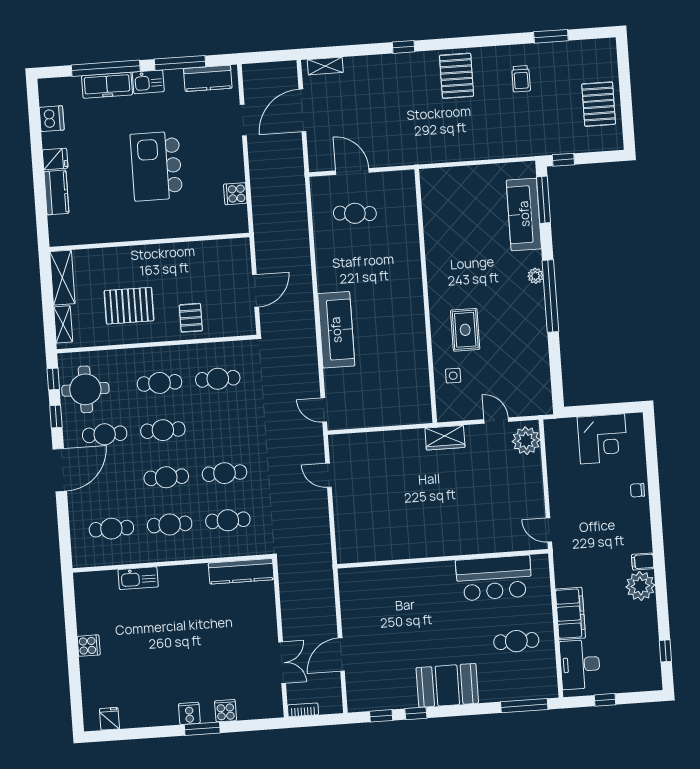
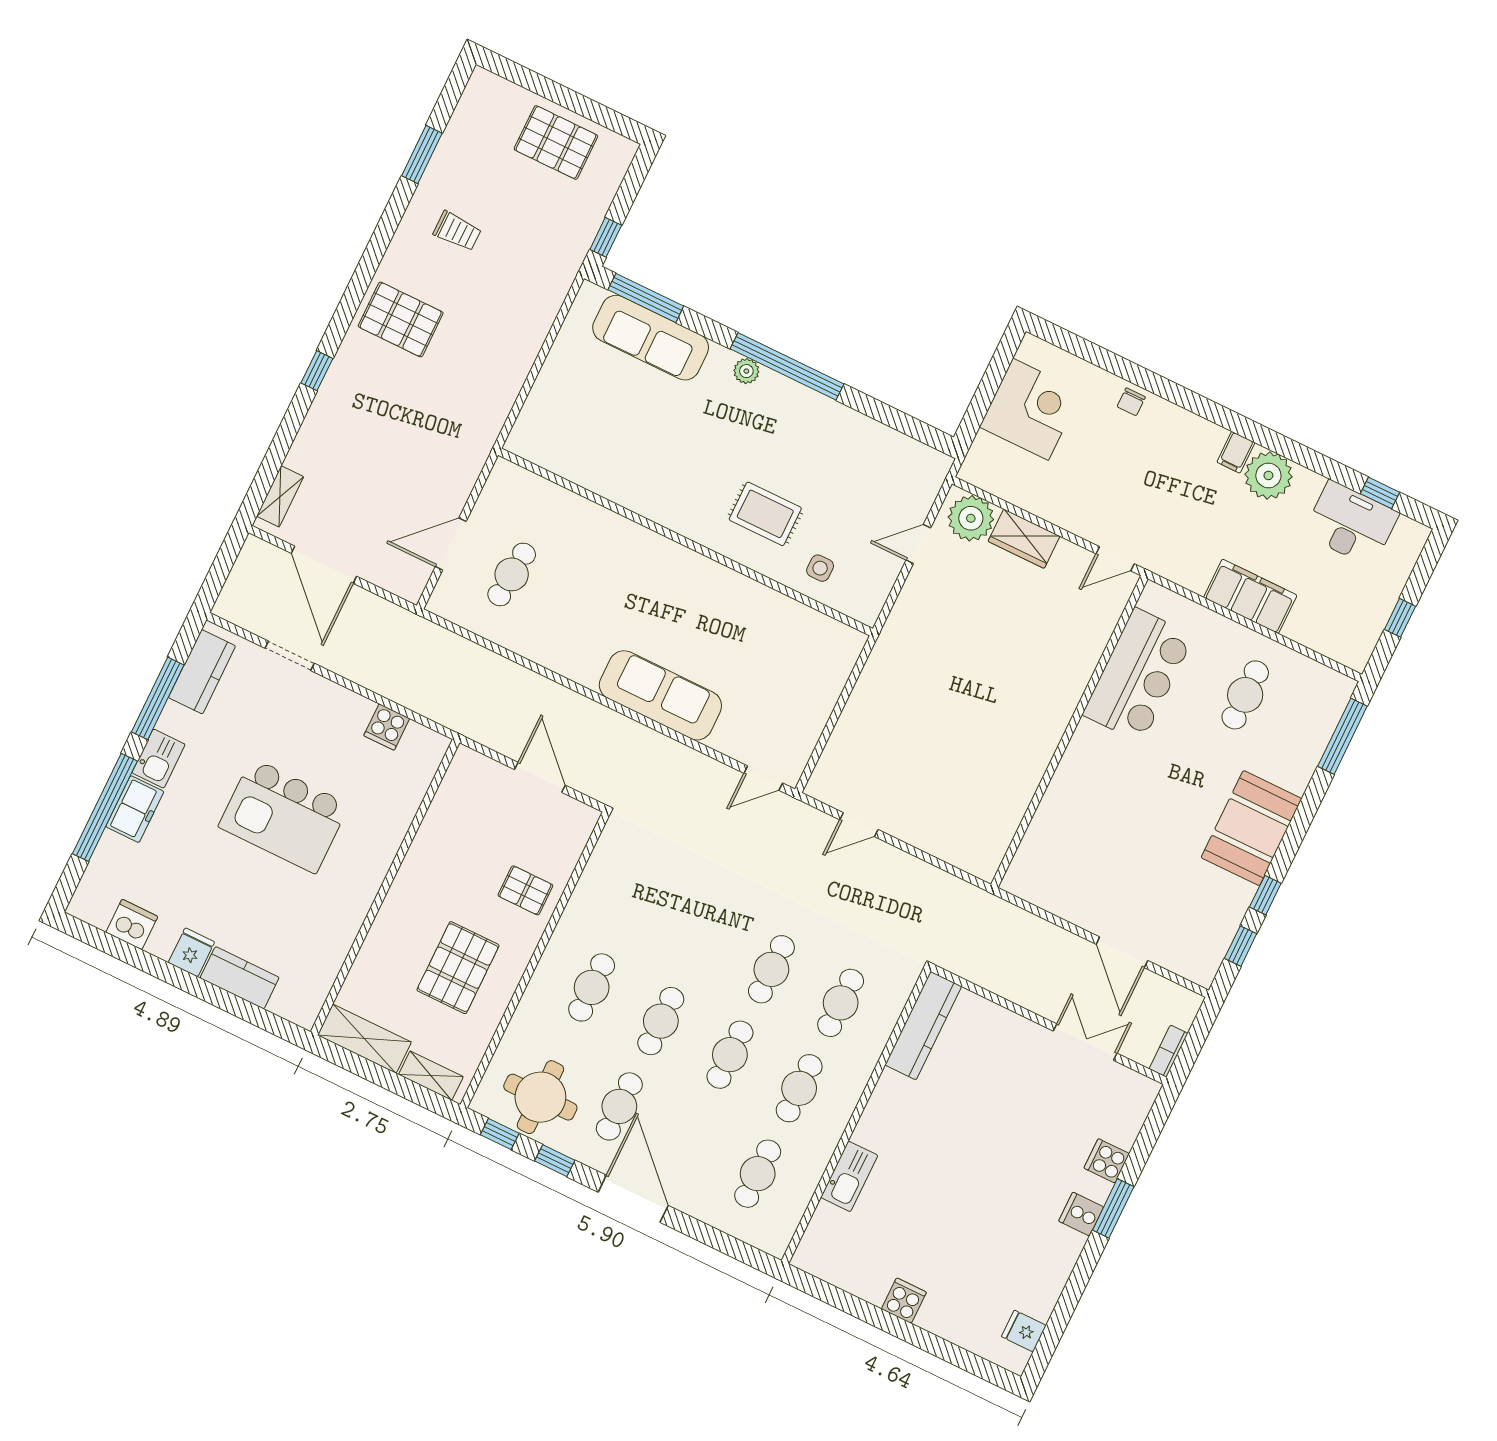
freezer: (107, 85) -> (135, 809), width x0.71
cafe table: (218, 379) -> (633, 902), removed
wardrobe: (445, 438) -> (1024, 539), moved, turned 90
desk: (580, 664) -> (1351, 524), moved, turned 180

